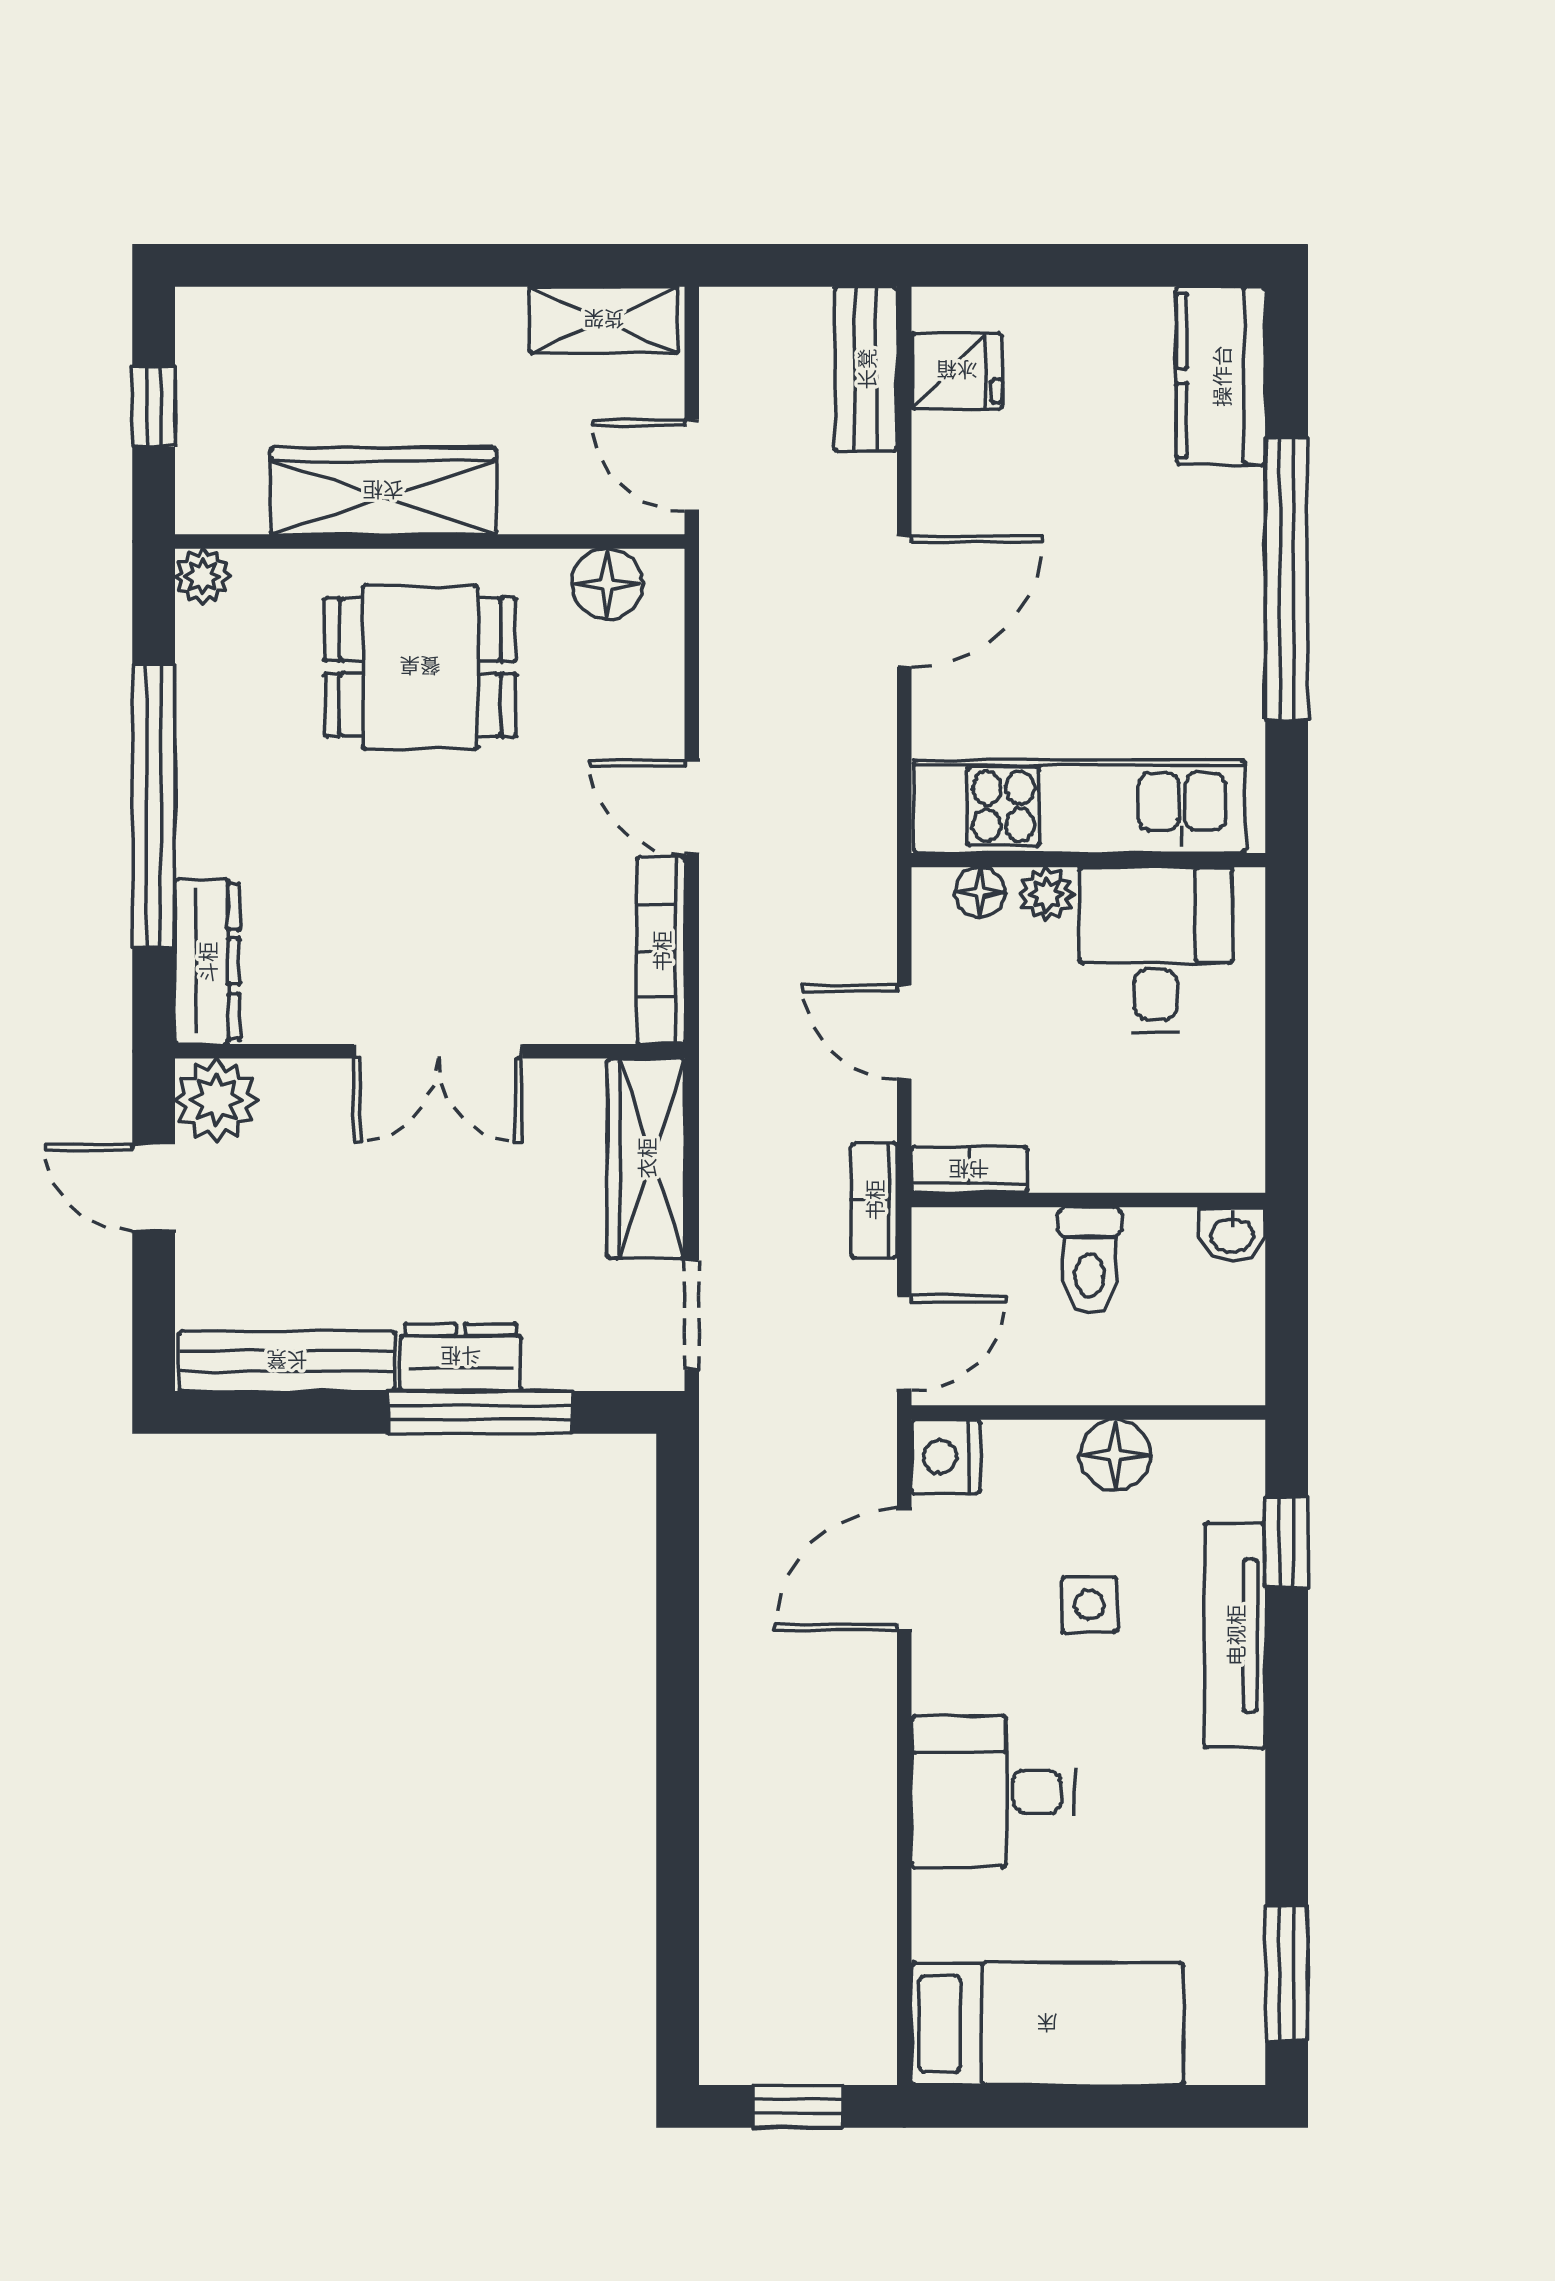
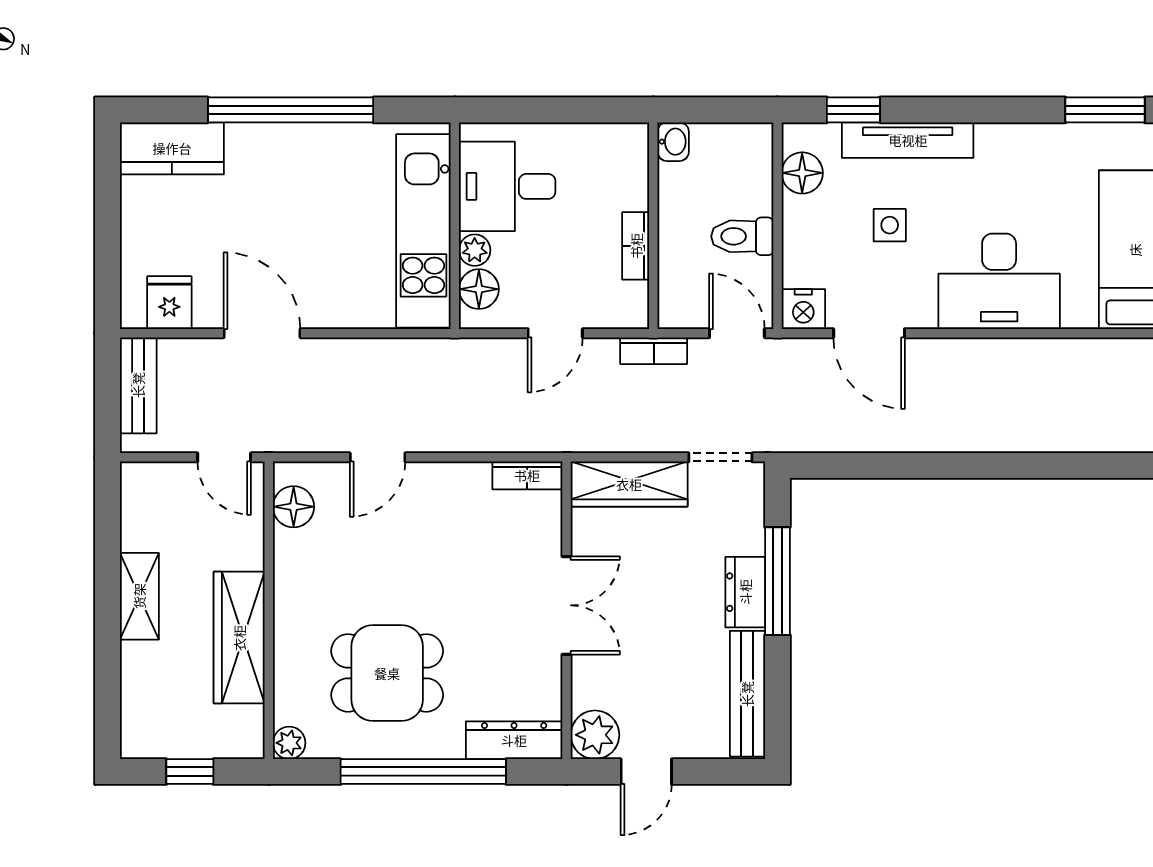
shelving: (604, 320) -> (139, 596), moved
bench: (866, 369) -> (138, 385), moved, turned 90
door: (692, 465) -> (224, 457), hinge flipped
door: (904, 601) -> (262, 333), moved
dining table: (420, 667) -> (387, 673), moved, turned 90
door: (692, 807) -> (378, 457), moved
floor lamp: (980, 892) -> (479, 289), width x1.37, depth x1.37
bookcase: (661, 951) -> (527, 475), width x0.64
bookcase: (969, 1170) -> (636, 246), moved
toilet: (1090, 1260) -> (742, 236), moved, turned 180
floor lamp: (1115, 1455) -> (802, 173), moved
desk: (993, 1792) -> (999, 281), width x1.37

